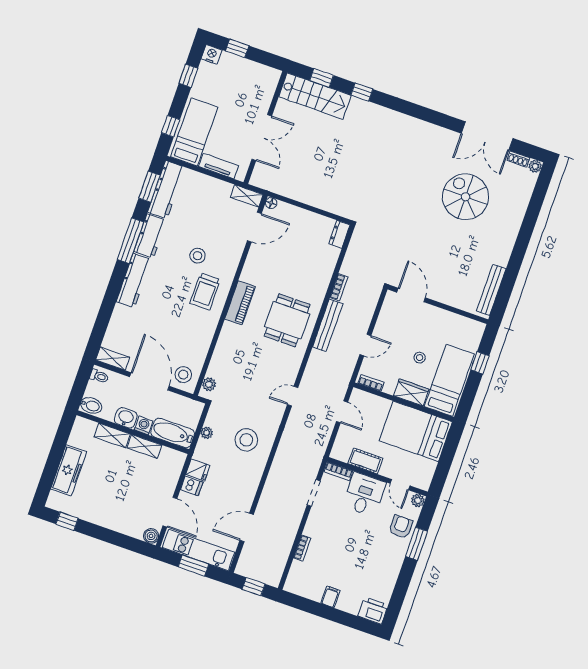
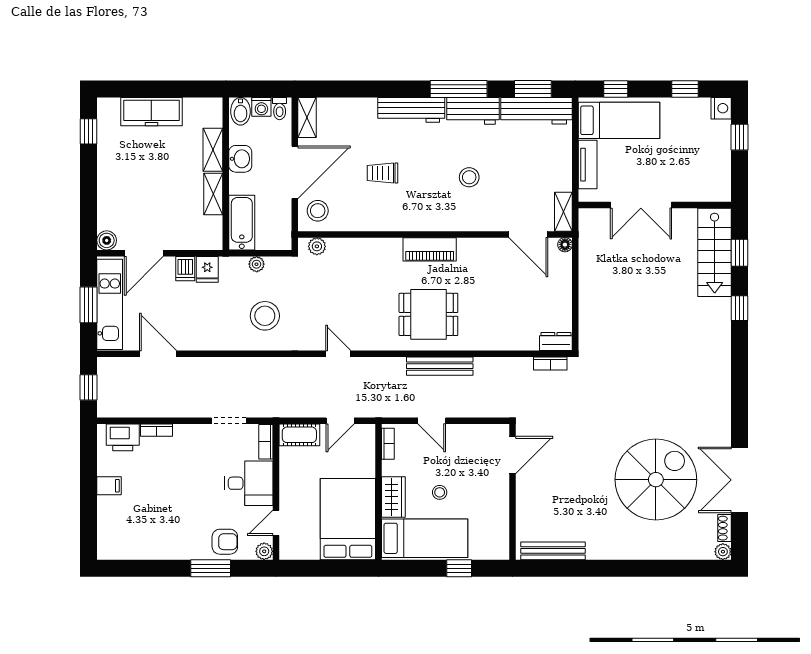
spiral stairs: (466, 197) -> (656, 480), width x1.37, depth x1.37
bookcase: (339, 287) -> (550, 363), moved
trolley: (205, 291) -> (382, 173), moved, width x0.73, depth x0.72
washing machine: (144, 426) -> (261, 107), moved, turned 90
cot: (365, 461) -> (299, 435), moved, turned 90
printer: (373, 611) -> (123, 437), moved, turned 90

